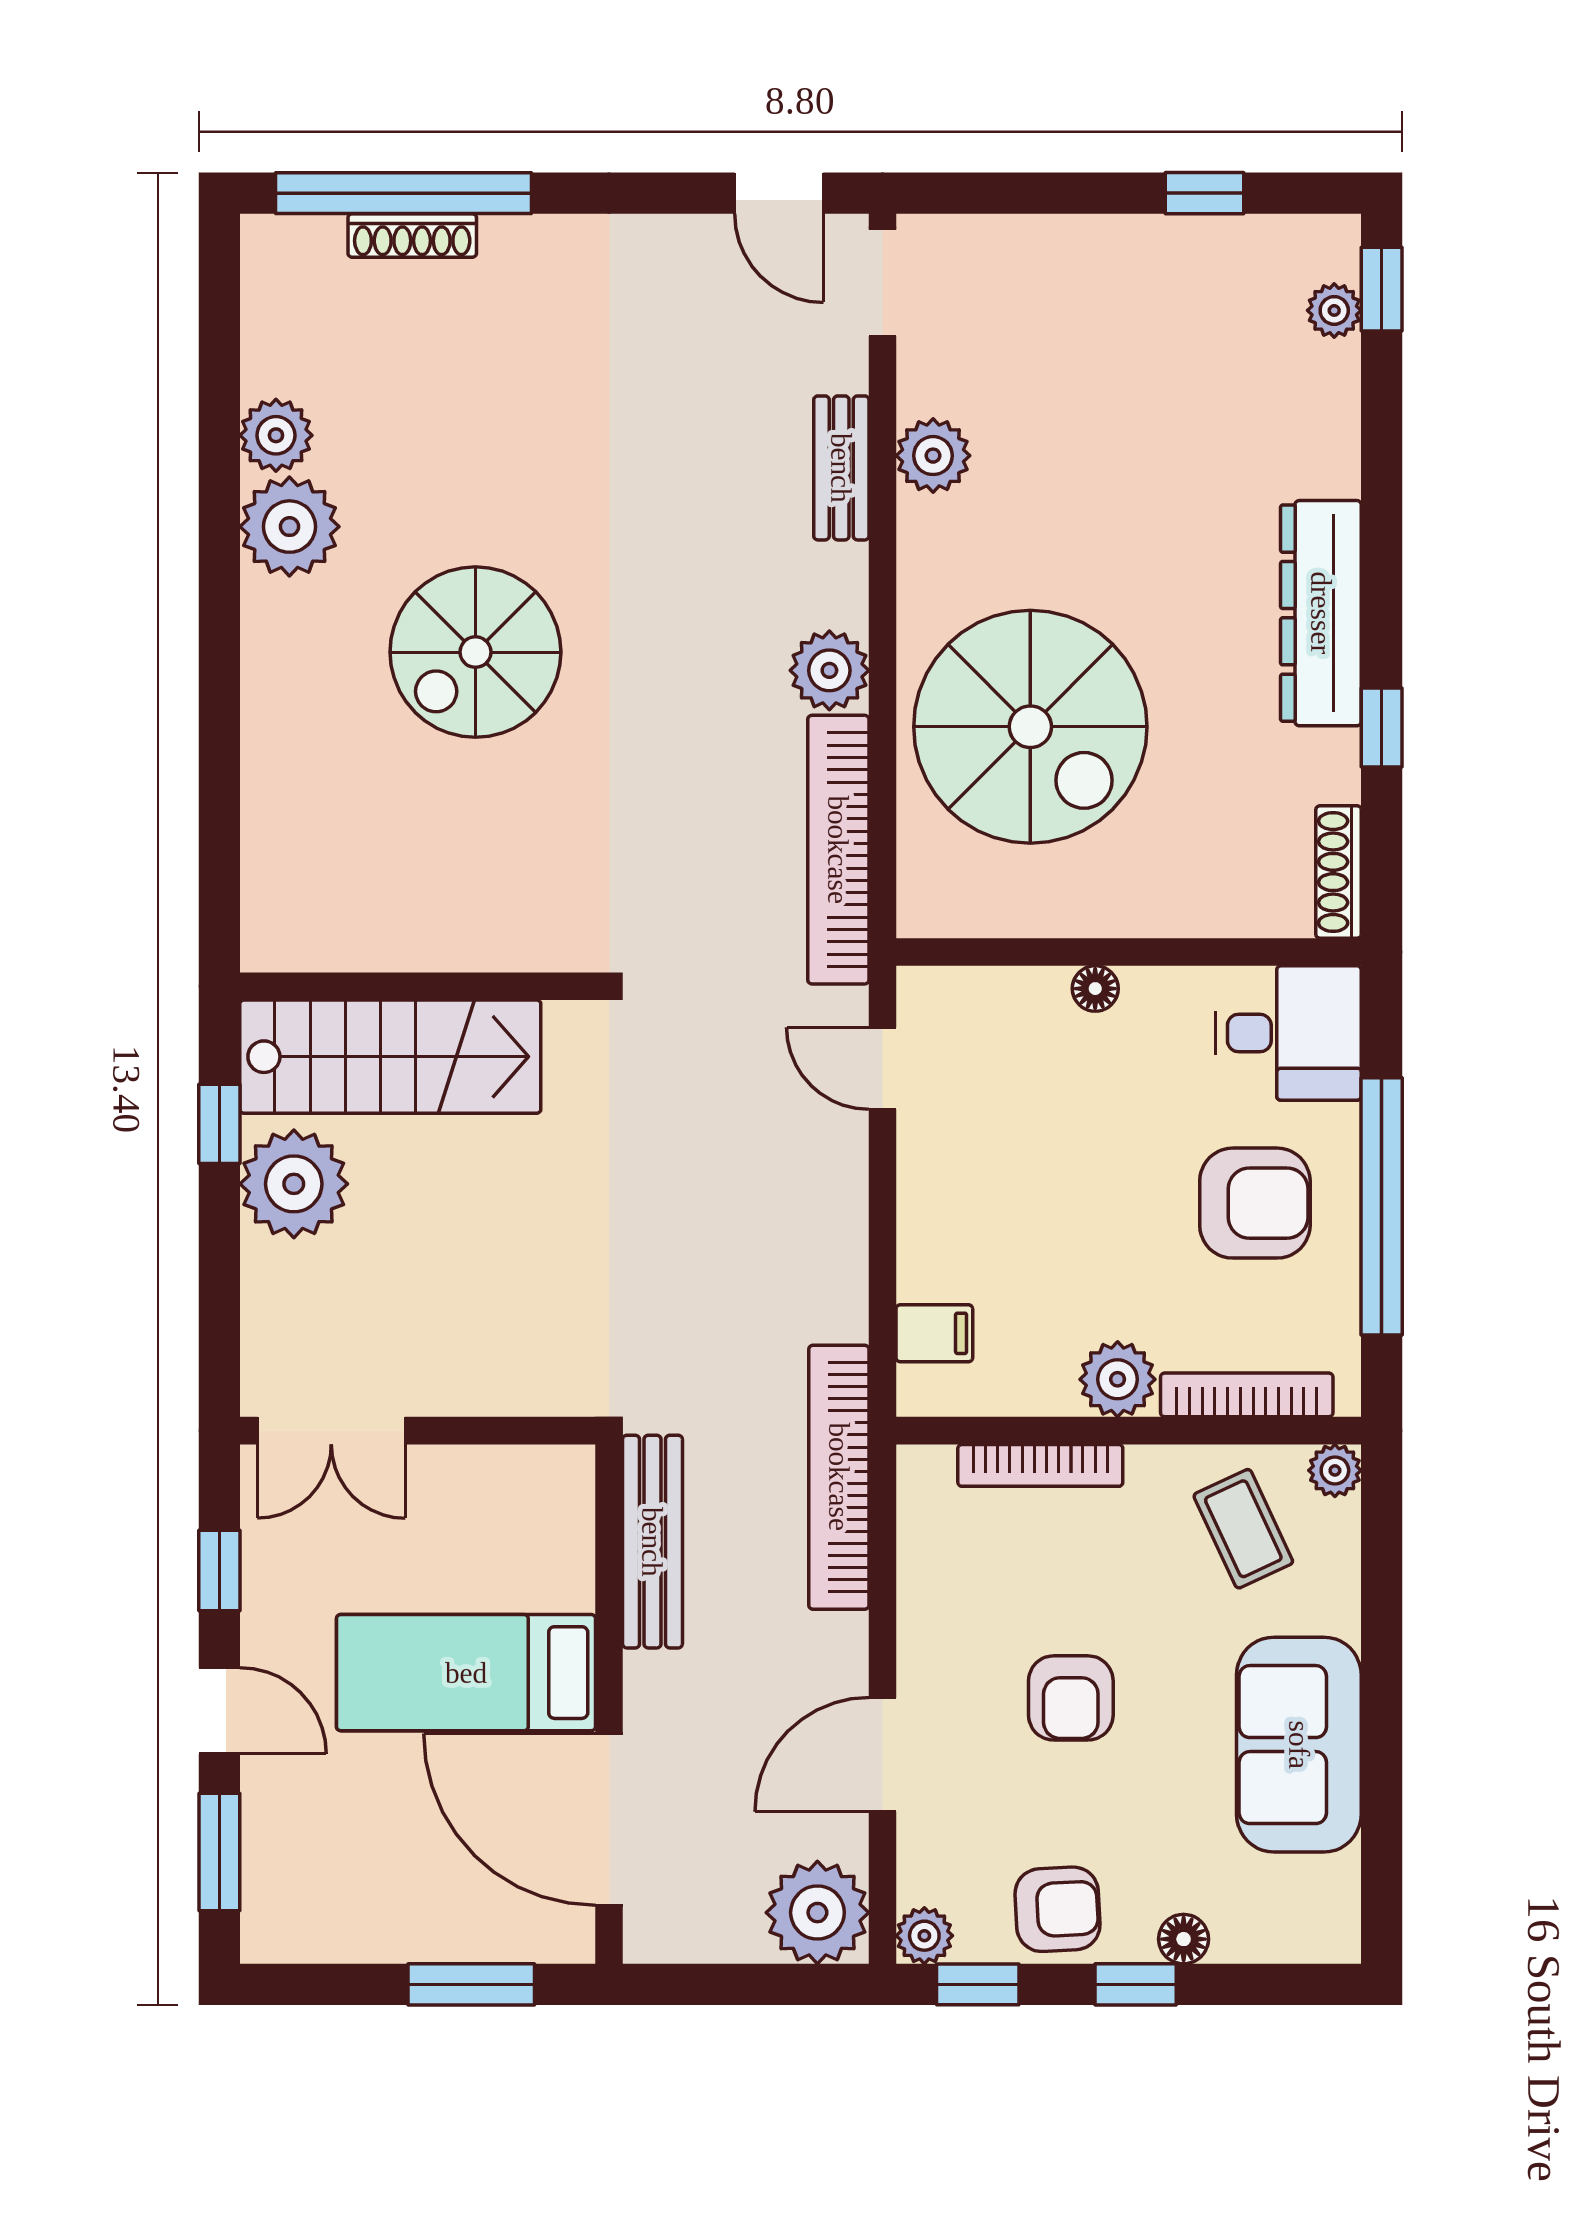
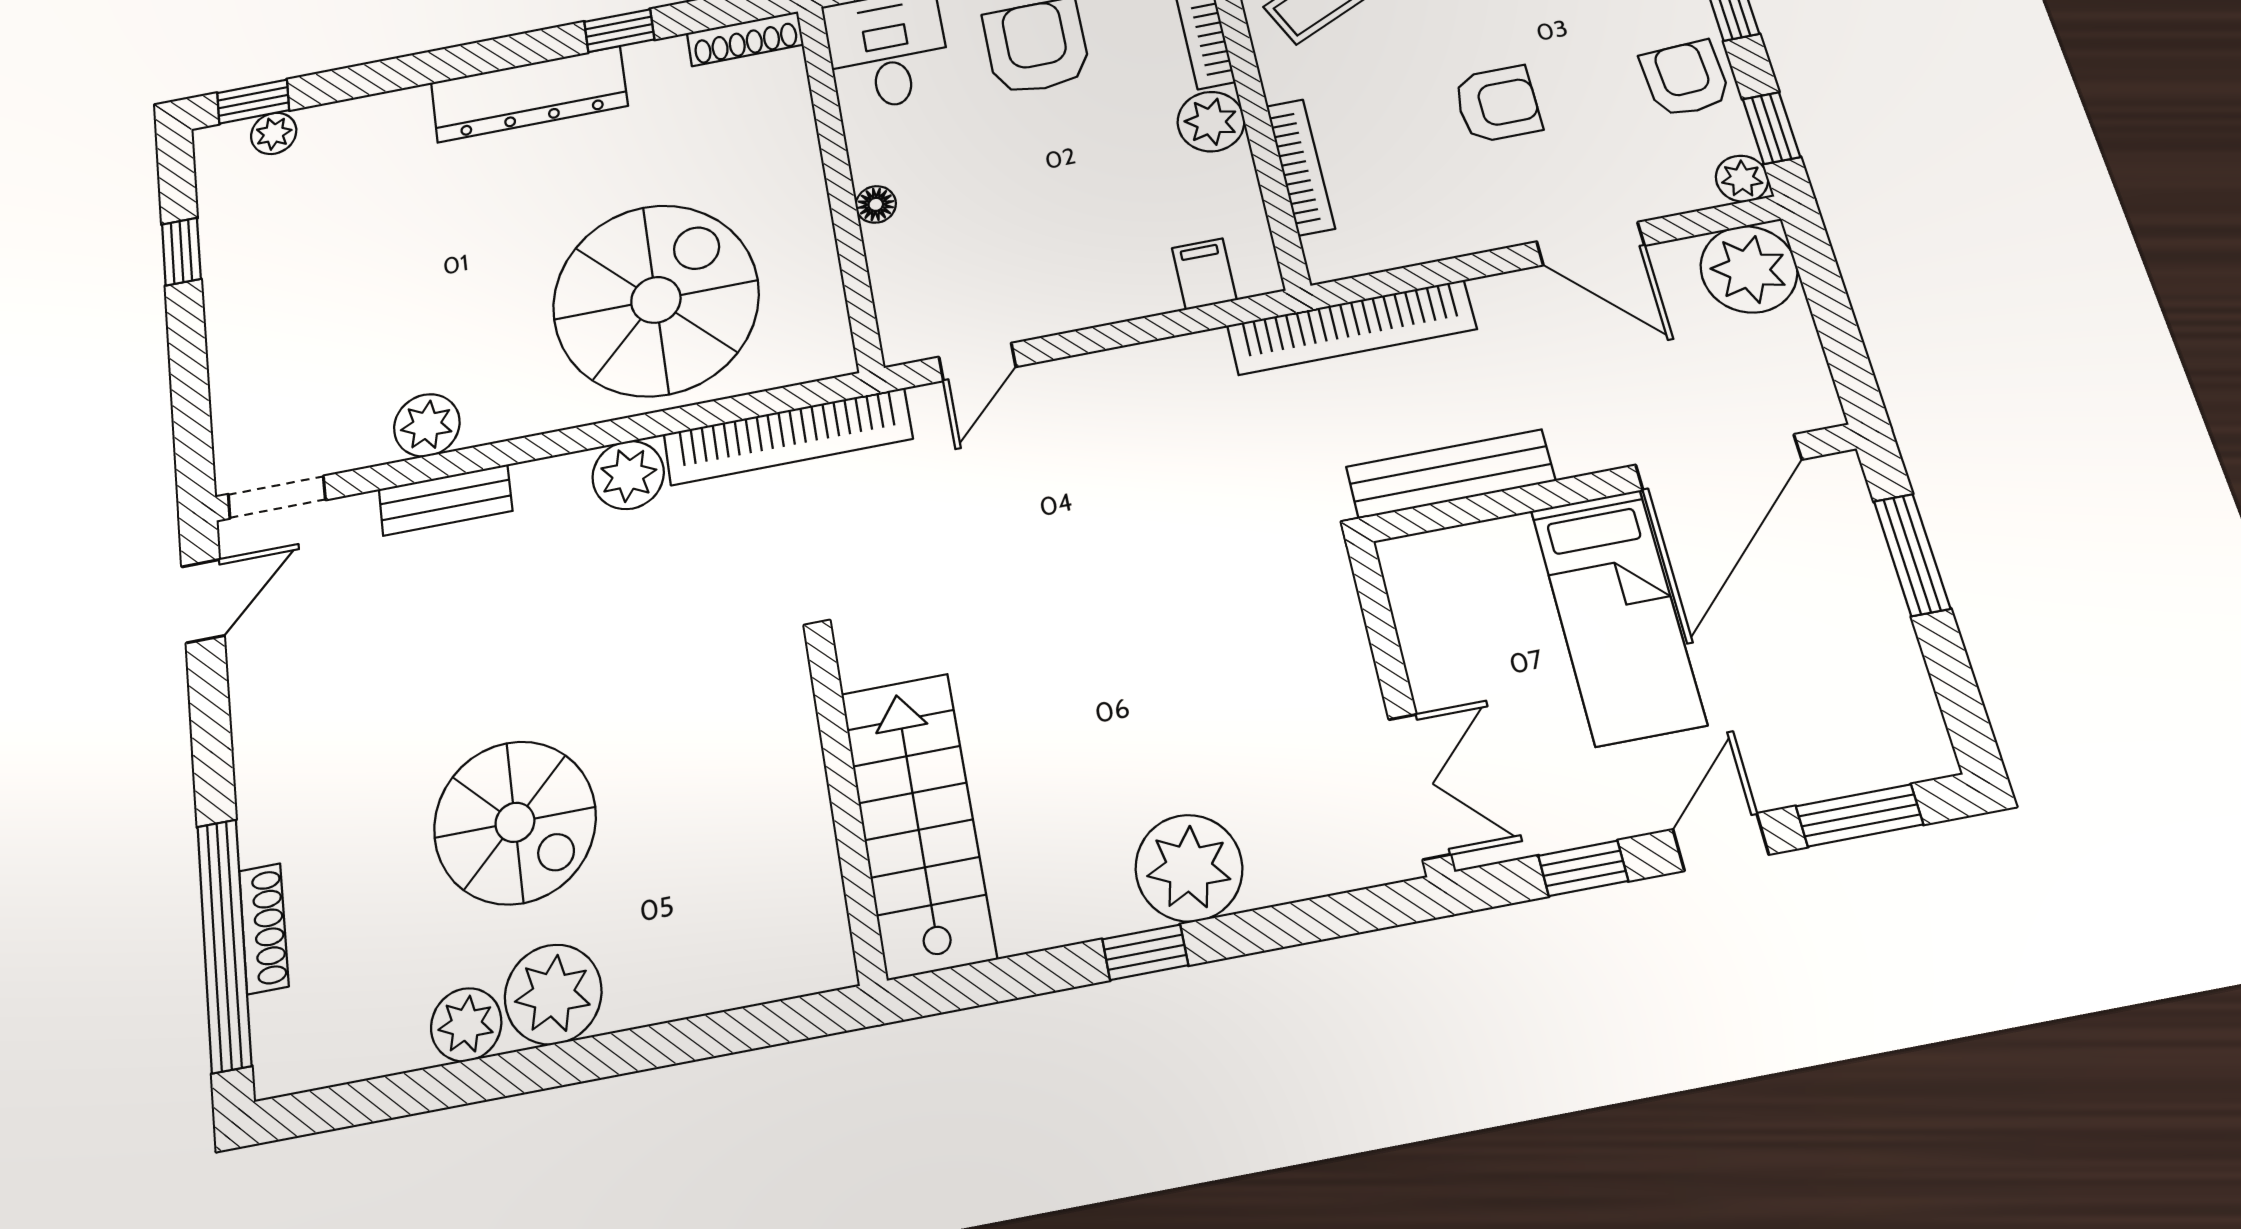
spiral stairs: (475, 652) -> (515, 822), moved
wall: (418, 986) -> (846, 811), moved
stairs: (390, 1057) -> (918, 824), moved

